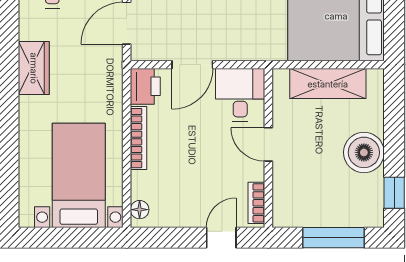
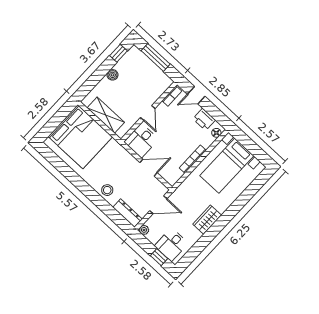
printer: (145, 86) -> (204, 119), moved, turned -90
boiler: (364, 152) -> (113, 75), width x0.54, depth x0.54

